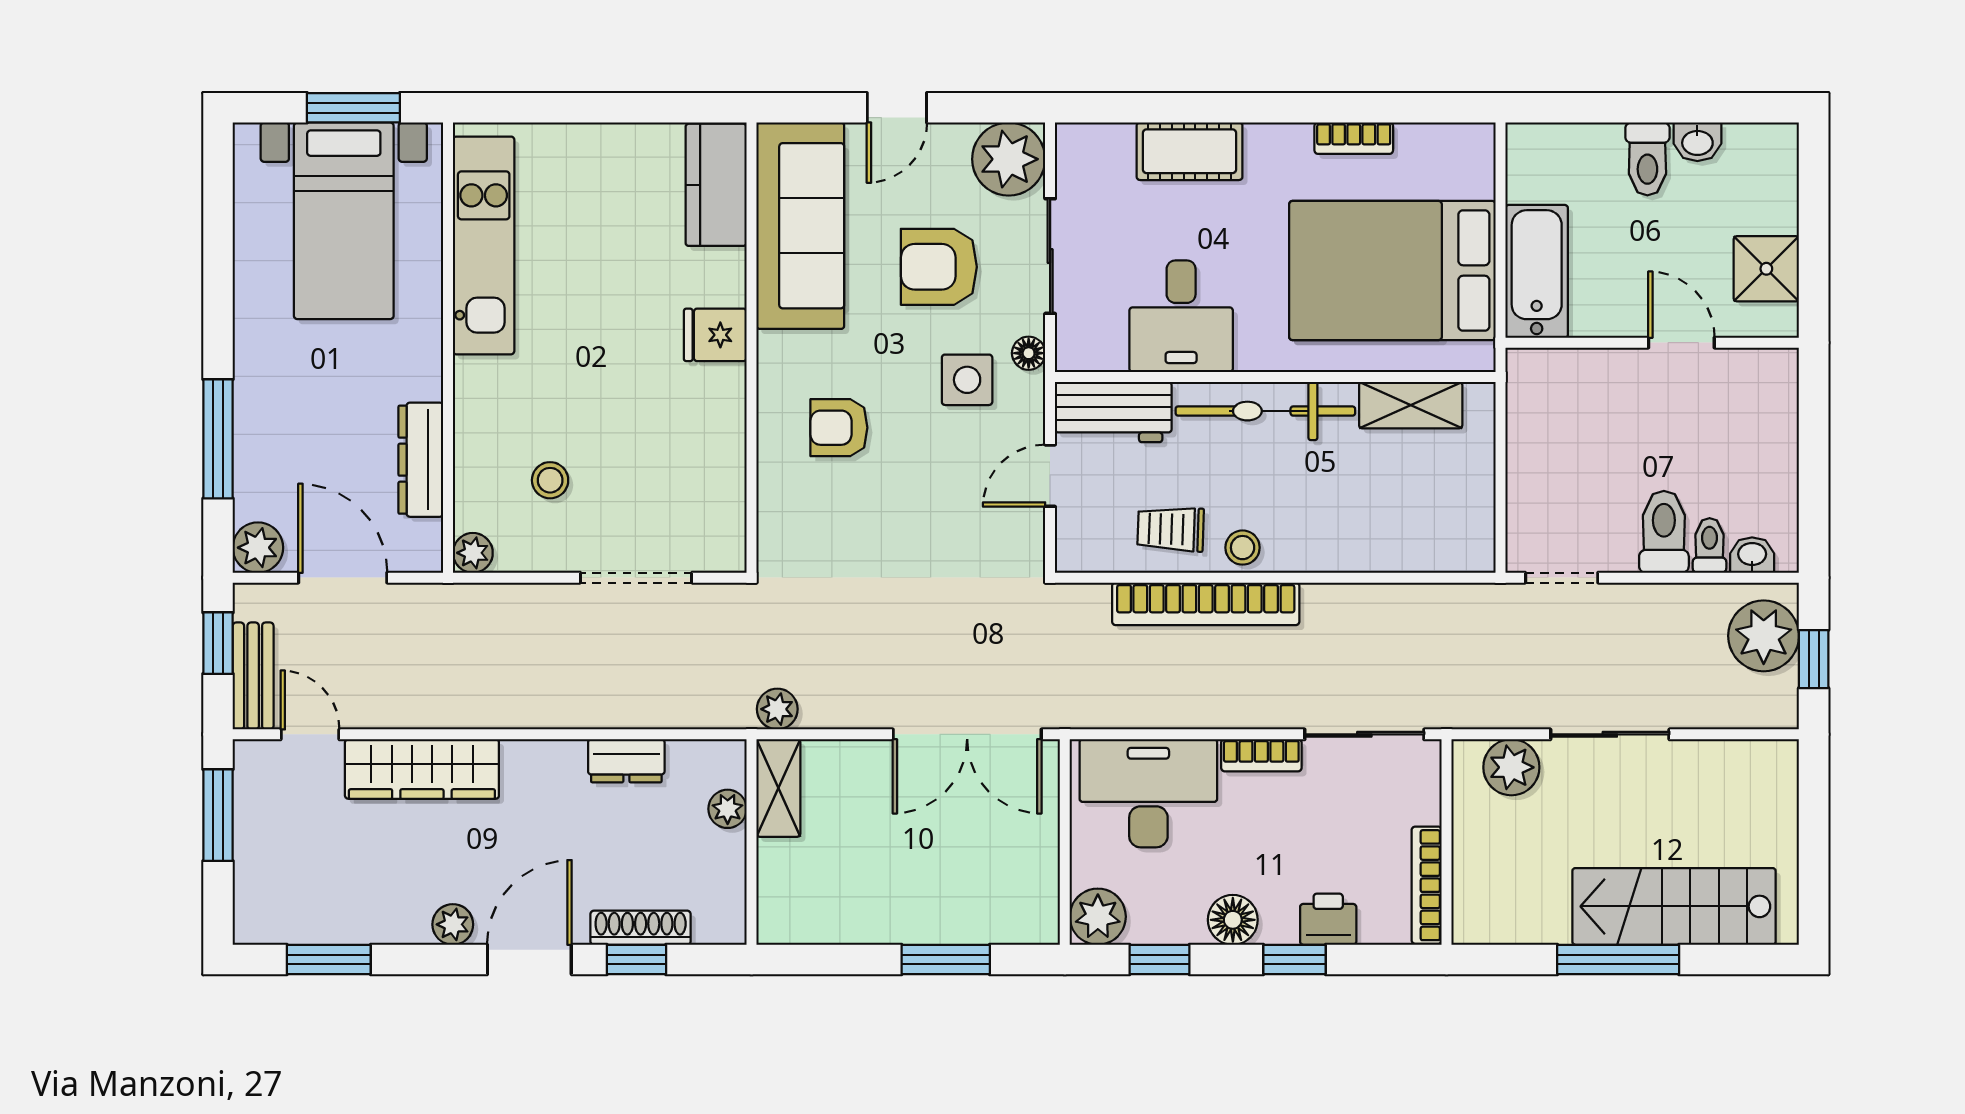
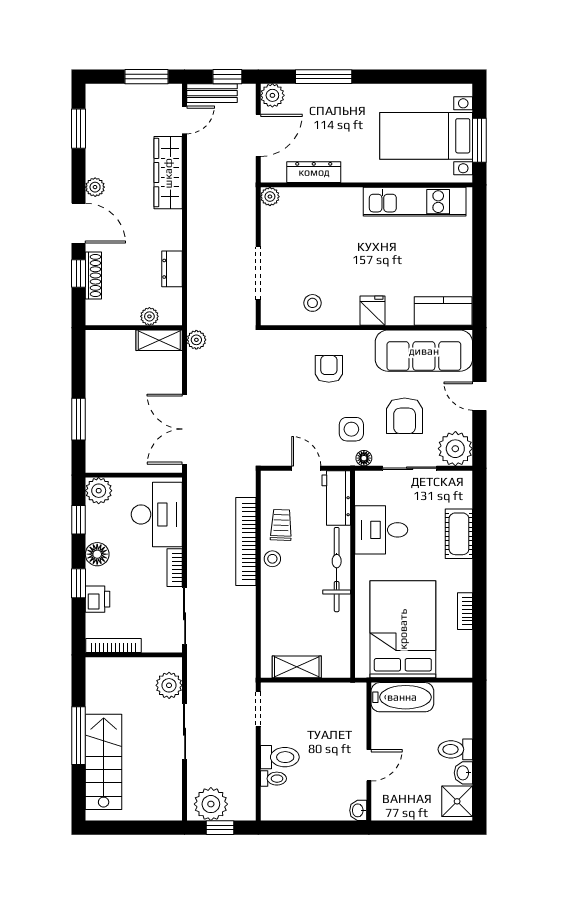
armchair: (939, 267) -> (405, 416), turned 180
shower: (1766, 269) -> (457, 801), moved
shelving: (1411, 405) -> (297, 667), moved, turned 90
stool: (550, 480) -> (312, 303), moved
washbasin: (1752, 555) -> (358, 810), moved, turned 180
plant: (1764, 636) -> (211, 804), moved

